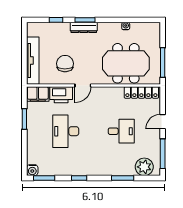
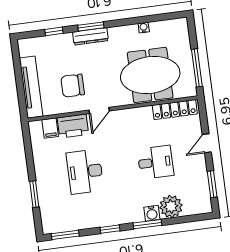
chair: (65, 64) -> (73, 86), turned -90
filing cabinet: (38, 94) -> (50, 128), width x0.50
window: (24, 119) -> (34, 194), moved
window: (163, 154) -> (212, 184), width x0.69
plant: (144, 167) -> (171, 206), moved
water cooler: (32, 170) -> (152, 213), moved
window: (123, 178) -> (147, 224), moved

